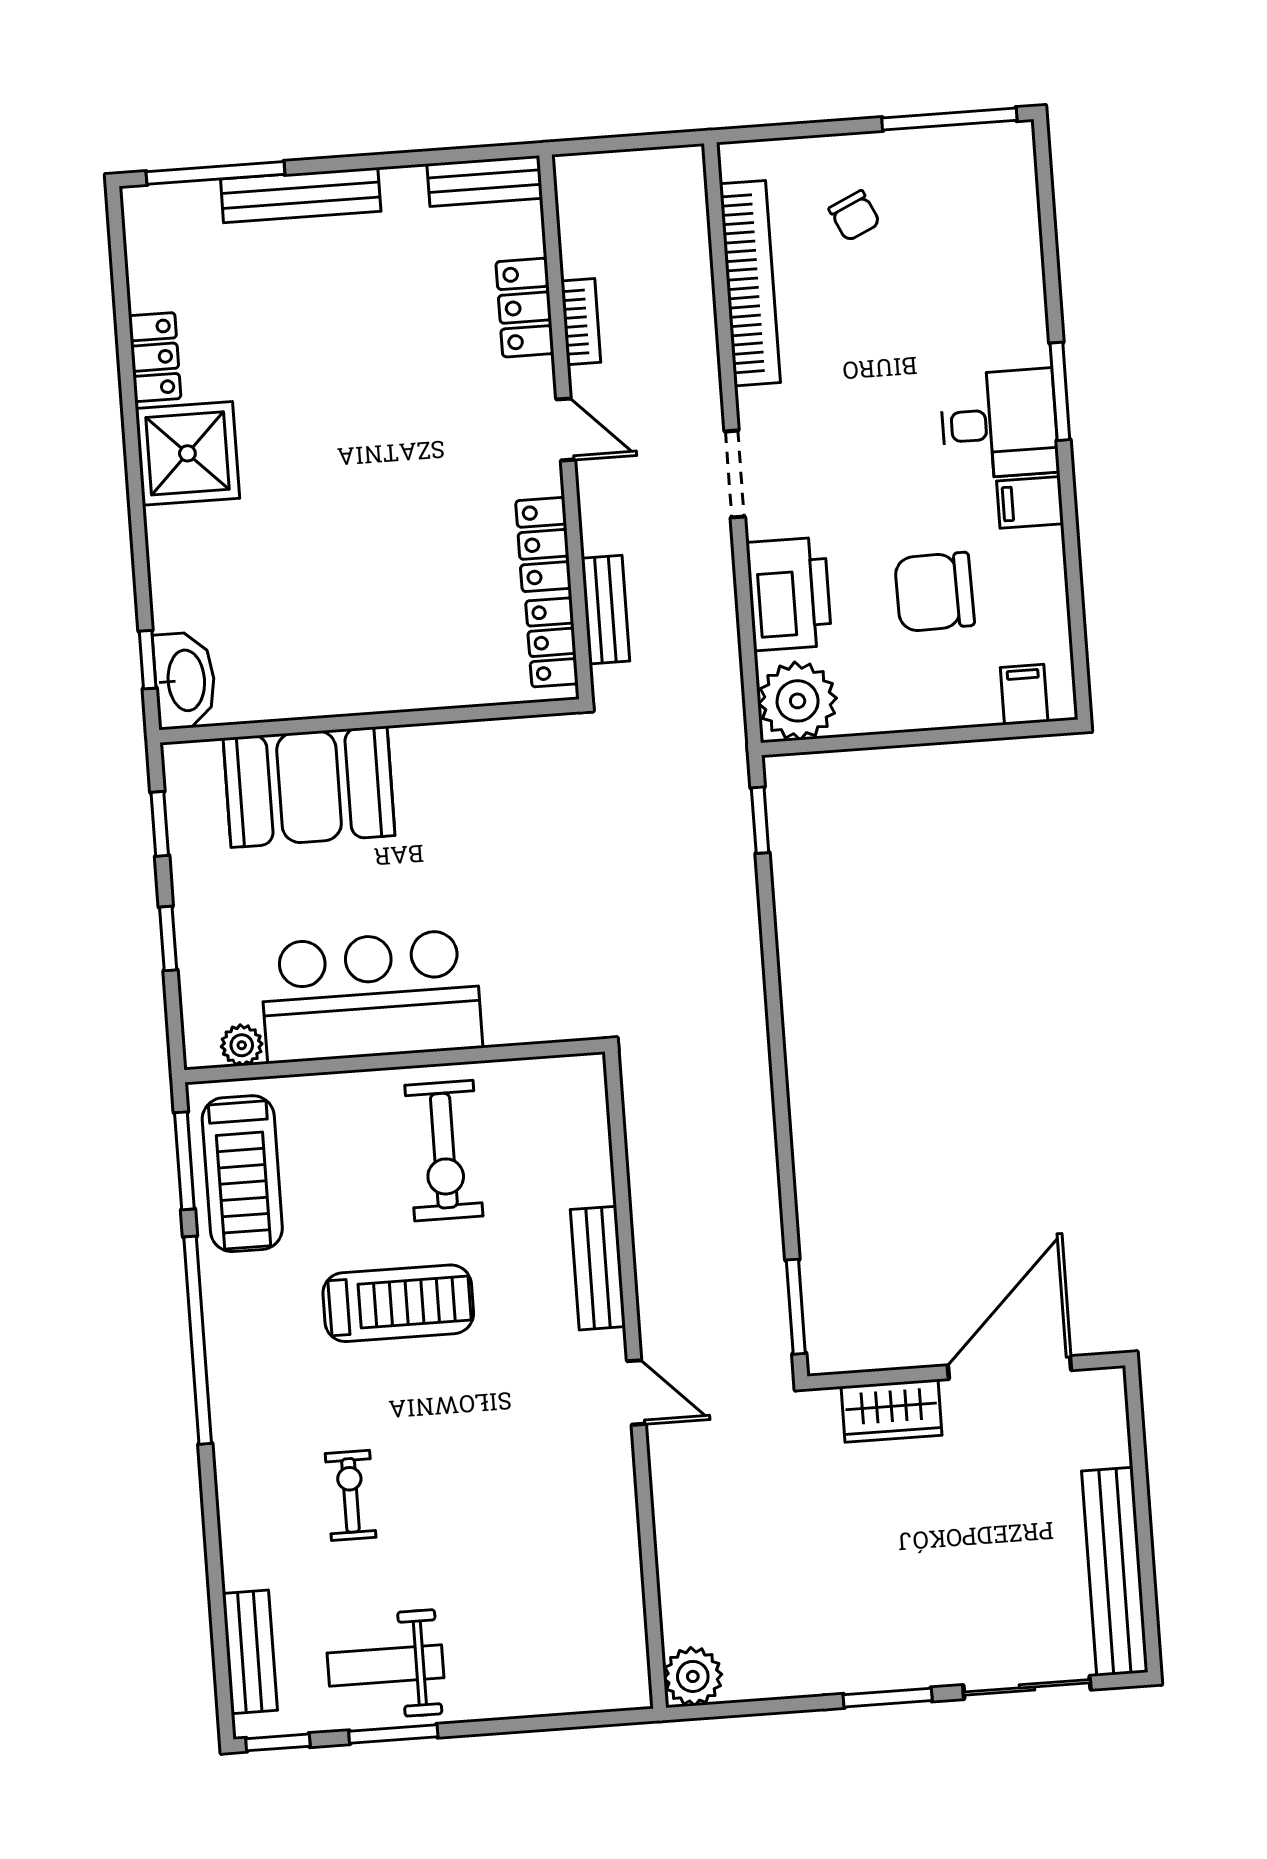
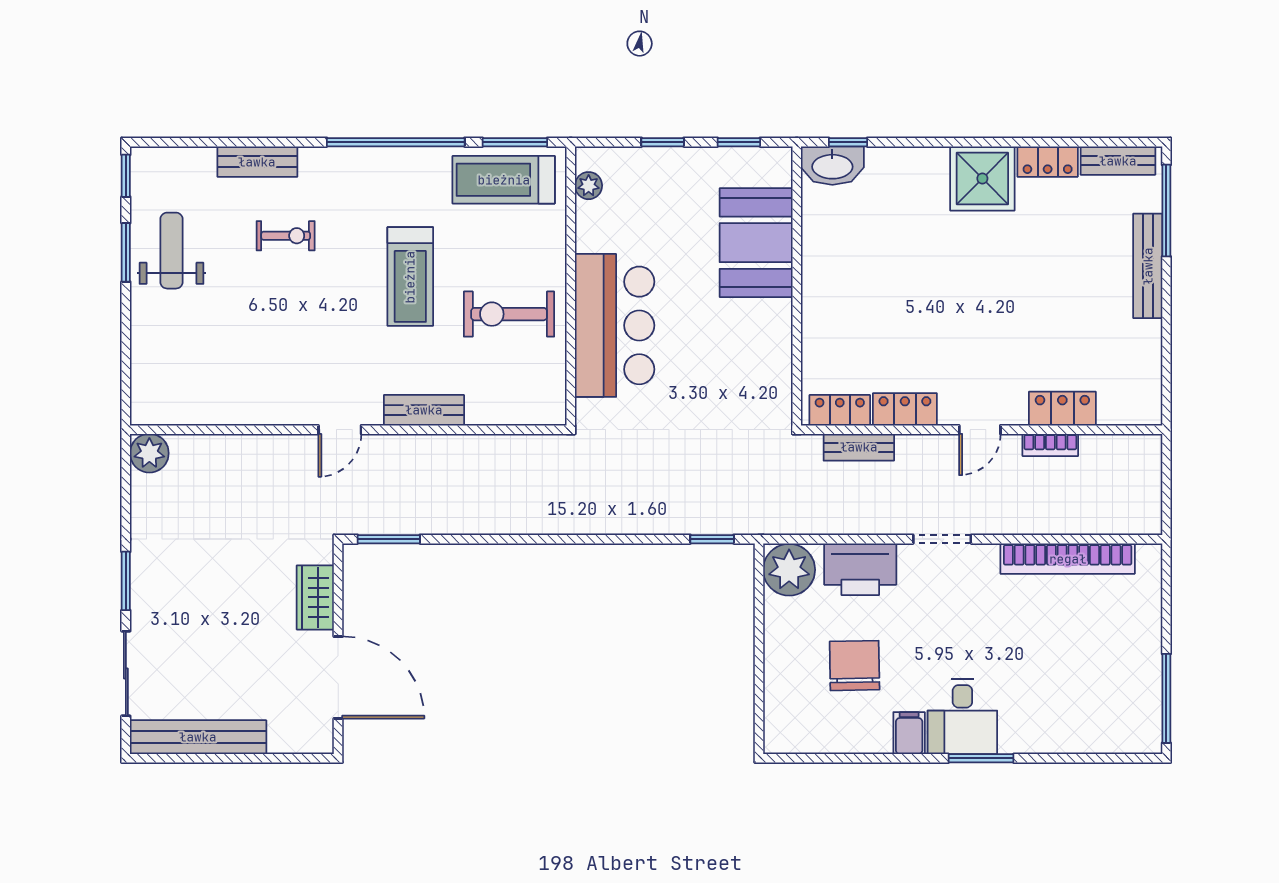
bench: (485, 181) -> (1118, 161), moved, turned 90
chair: (854, 216) -> (1107, 631), removed
filing cabinet: (1024, 695) -> (782, 720), removed
bar counter: (371, 996) -> (615, 325), moved
bench: (250, 1652) -> (257, 162), moved

